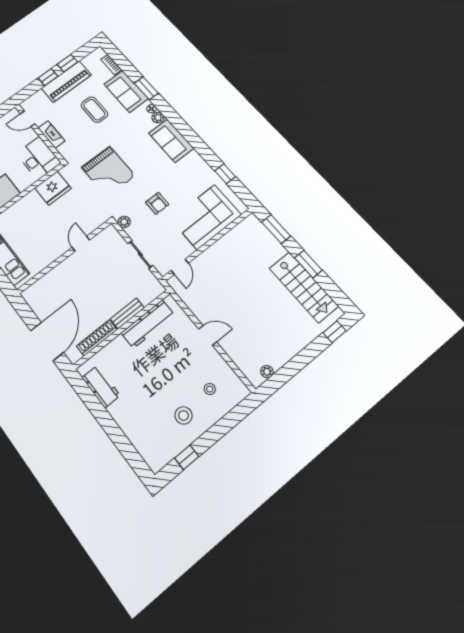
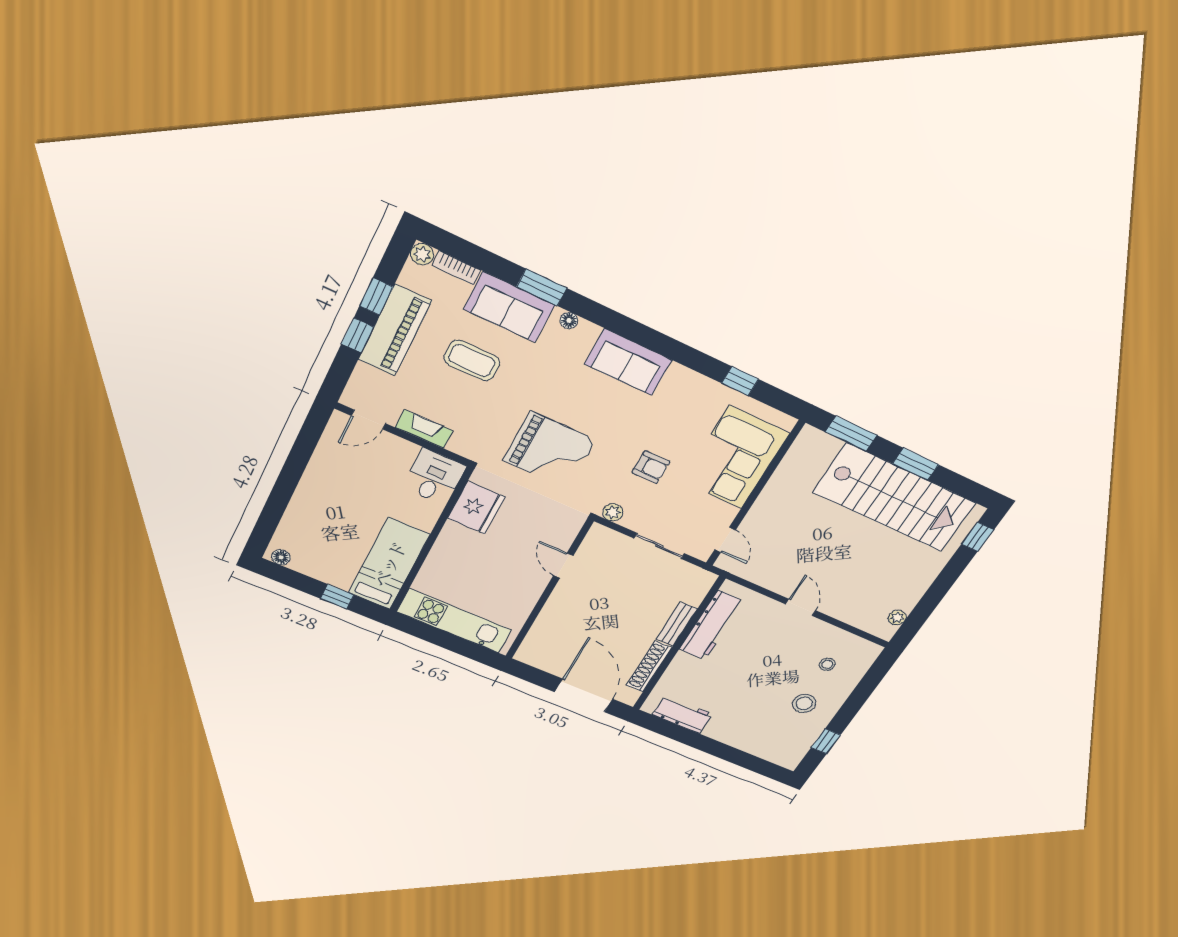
plant: (158, 118) -> (422, 254), moved
desk: (38, 158) -> (434, 477), width x0.73
stairs: (304, 287) -> (895, 498), width x1.36, depth x1.51
door: (208, 335) -> (801, 607), hinge flipped

